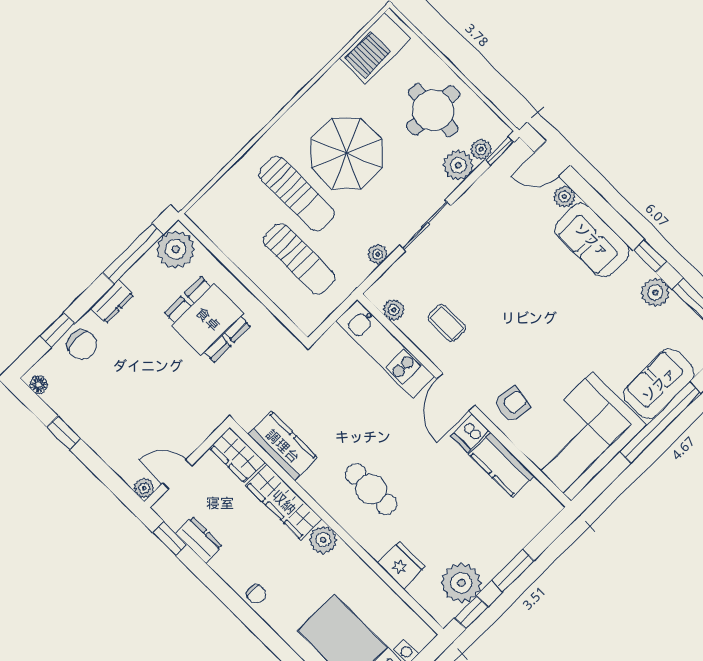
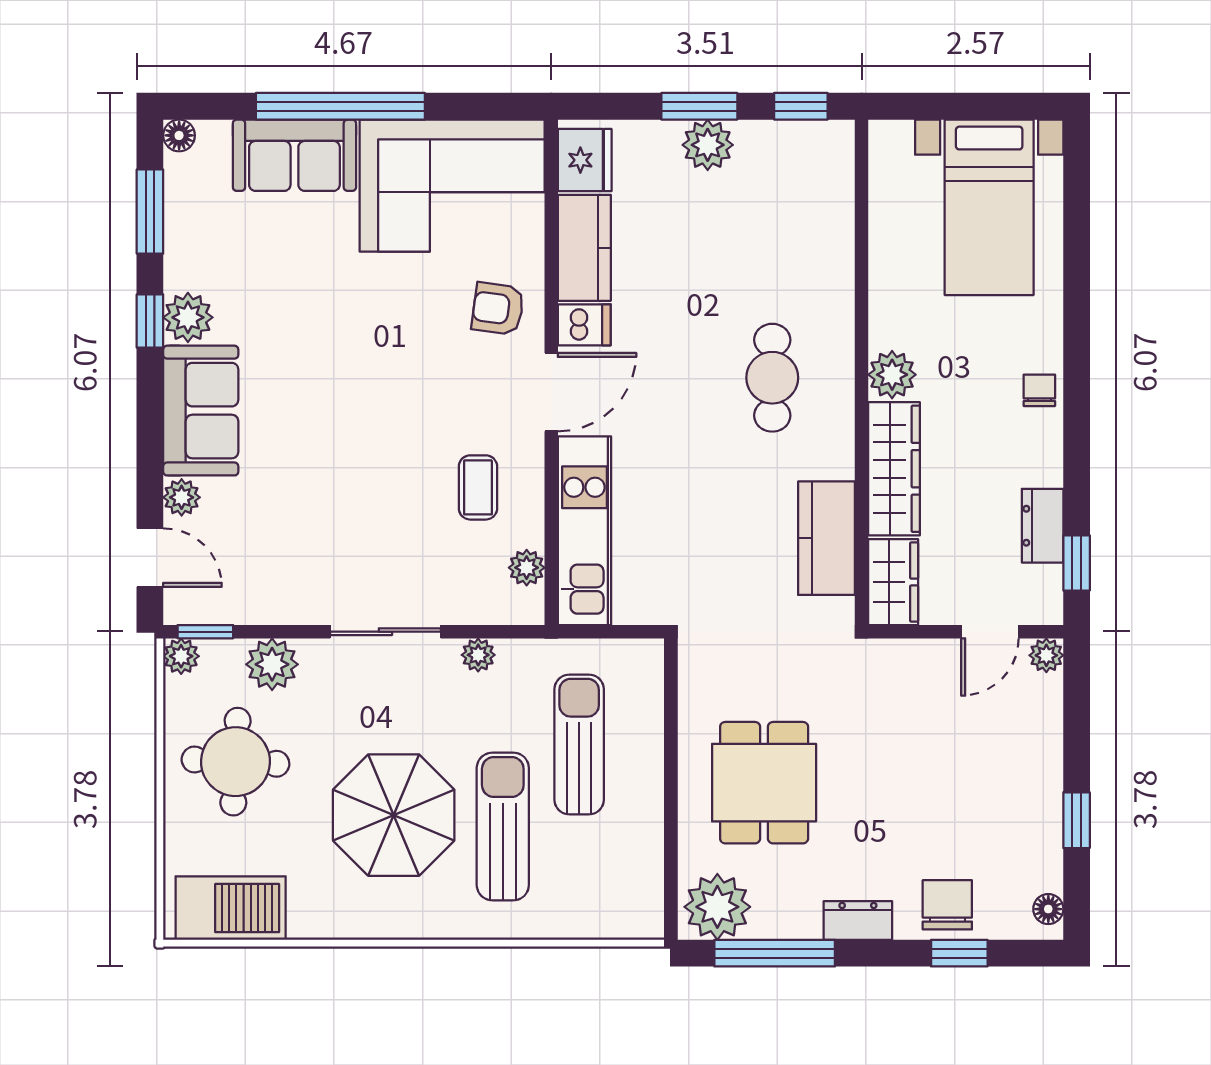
plant: (481, 149) -> (181, 656), moved
plant: (655, 293) -> (188, 317), moved
door: (177, 475) -> (990, 632), hinge flipped
fridge: (401, 565) -> (585, 160), moved, turned 180
plant: (461, 583) -> (708, 145), moved, width x0.73, depth x0.73

